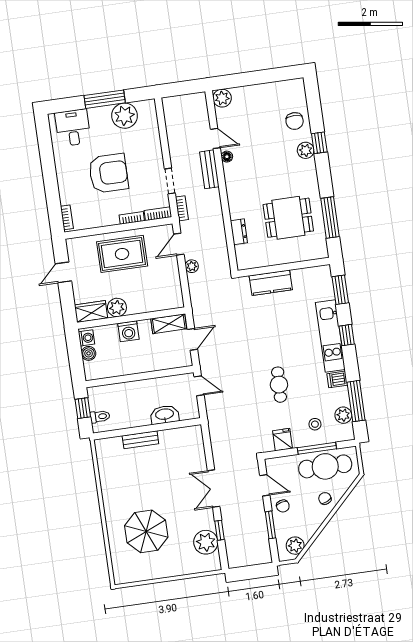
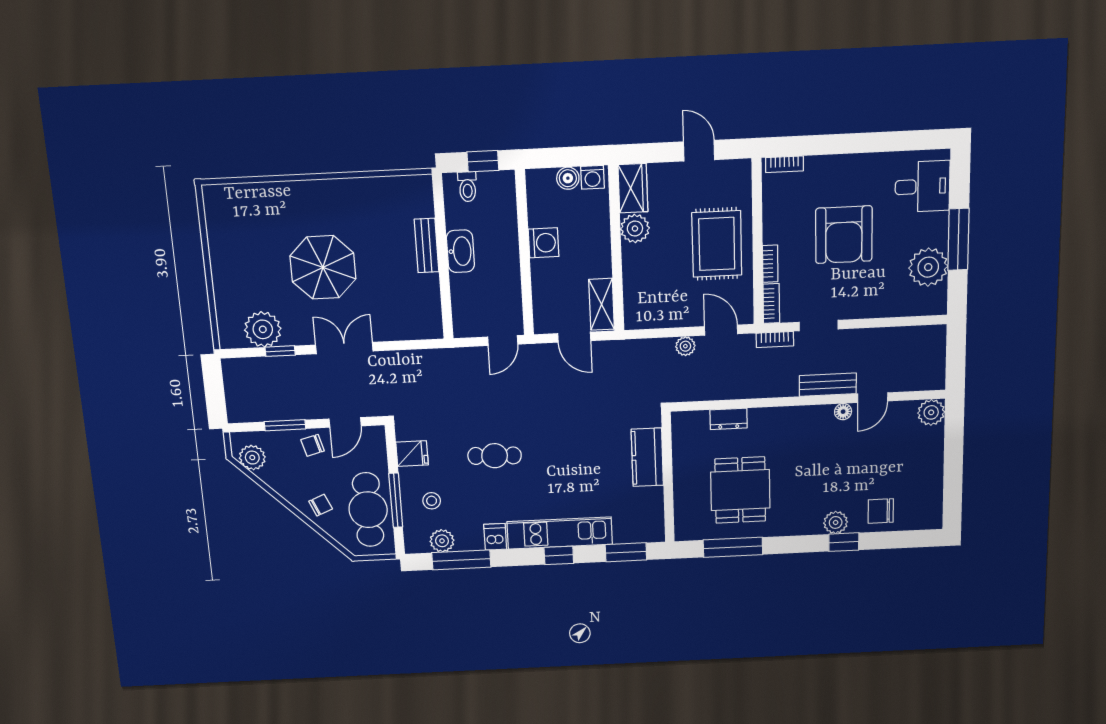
washing machine: (128, 331) -> (544, 243), moved, turned 180
washbasin: (165, 415) -> (460, 251), moved
parasol: (146, 531) -> (323, 267), moved

